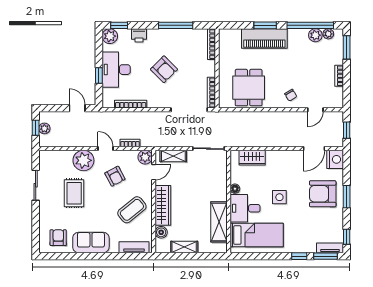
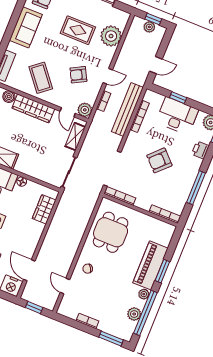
plant: (328, 34) -> (144, 294), moved
dining table: (249, 88) -> (111, 232), turned 90
bench: (129, 118) -> (127, 109), added
plant: (83, 160) -> (111, 36), moved

